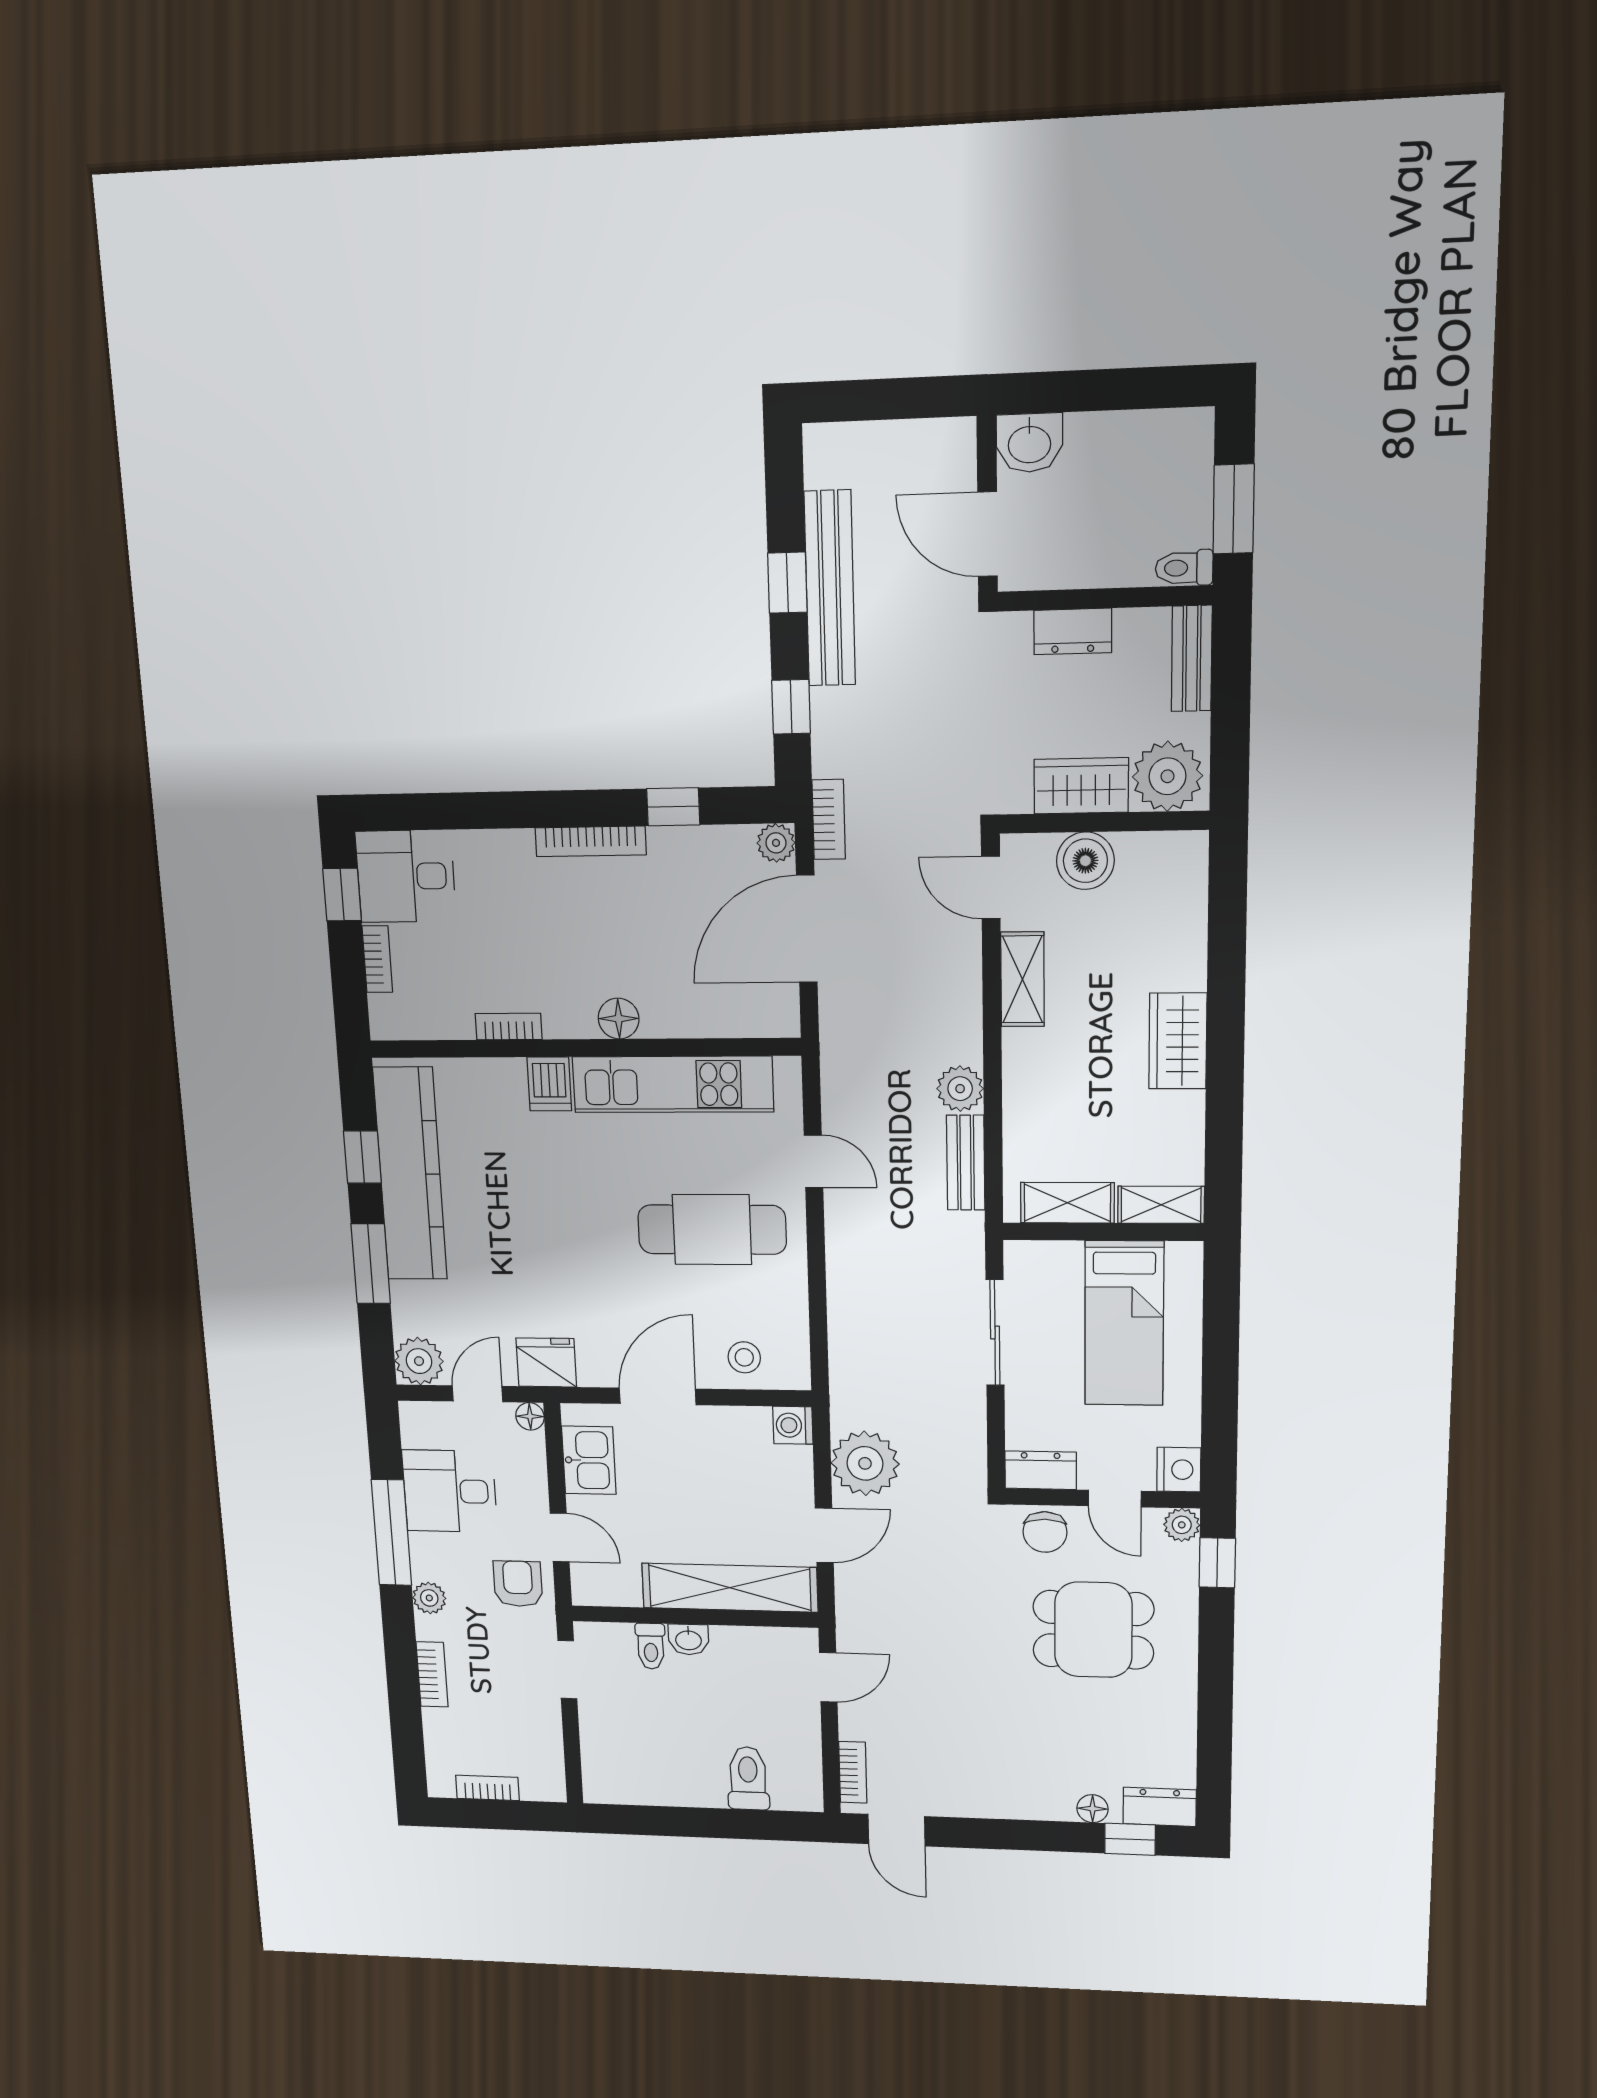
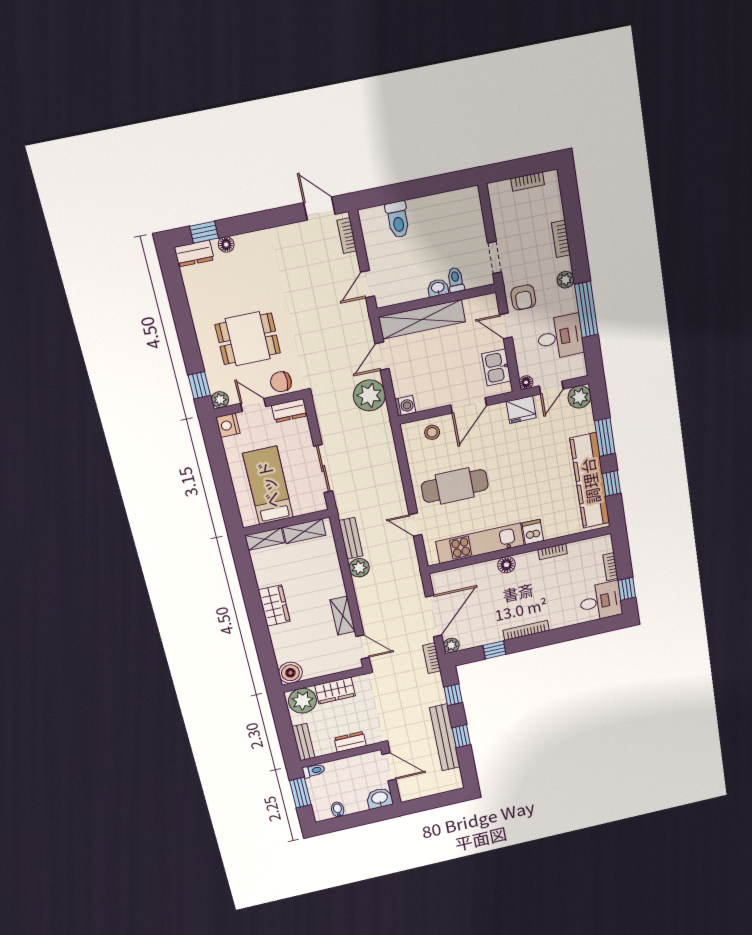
bidet: (1147, 433) -> (338, 809), added
boiler: (1085, 861) -> (290, 673), moved
chair: (1045, 1532) -> (281, 382), turned -90

